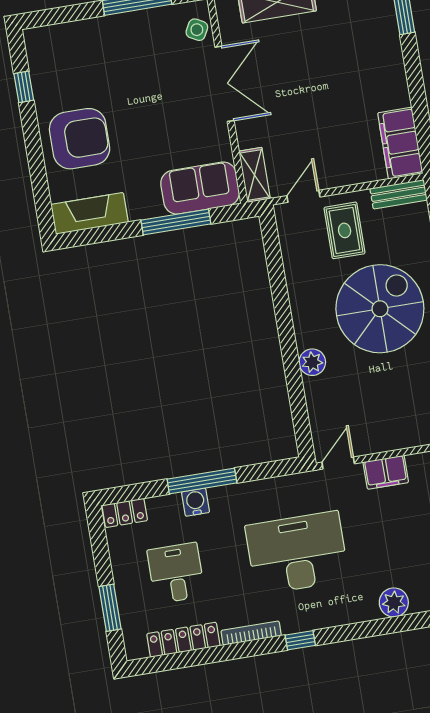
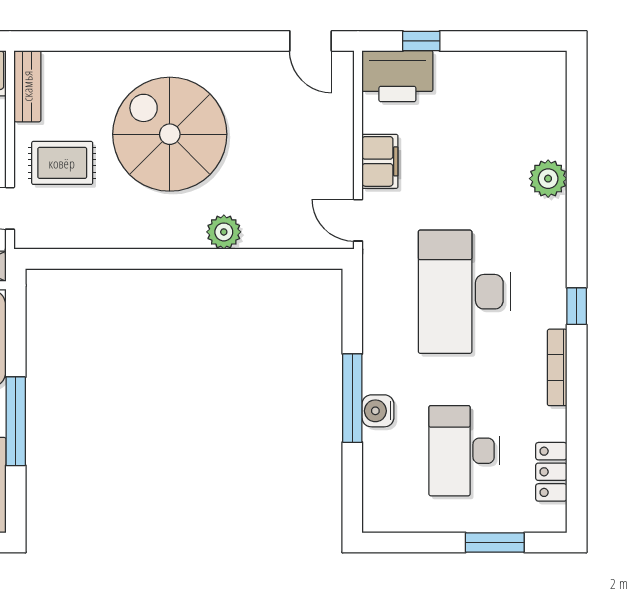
window: (176, 222) -> (16, 421), moved
locker: (125, 513) -> (377, 504), removed
desk: (176, 573) -> (464, 451), width x1.37
locker: (183, 640) -> (551, 472), width x0.66

